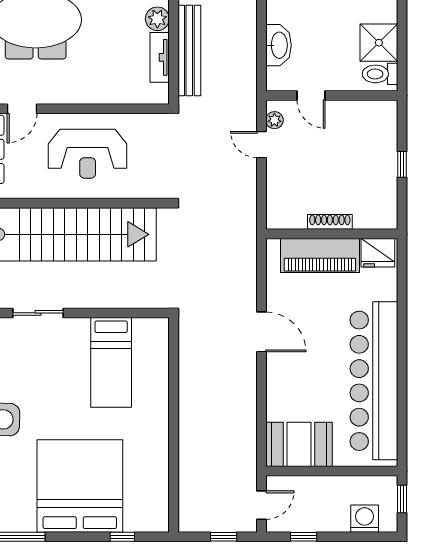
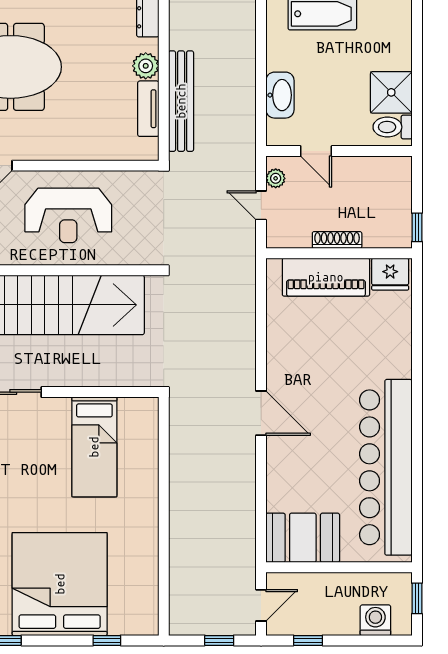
shoe rack: (330, 222) -> (337, 240), moved
wall: (332, 234) -> (339, 253), moved
fridge: (378, 253) -> (390, 274), moved
piano: (320, 255) -> (326, 277), moved

